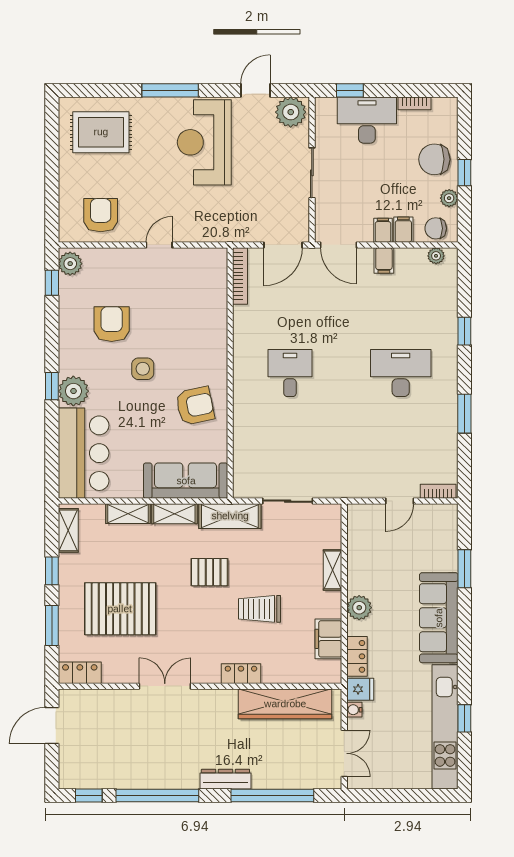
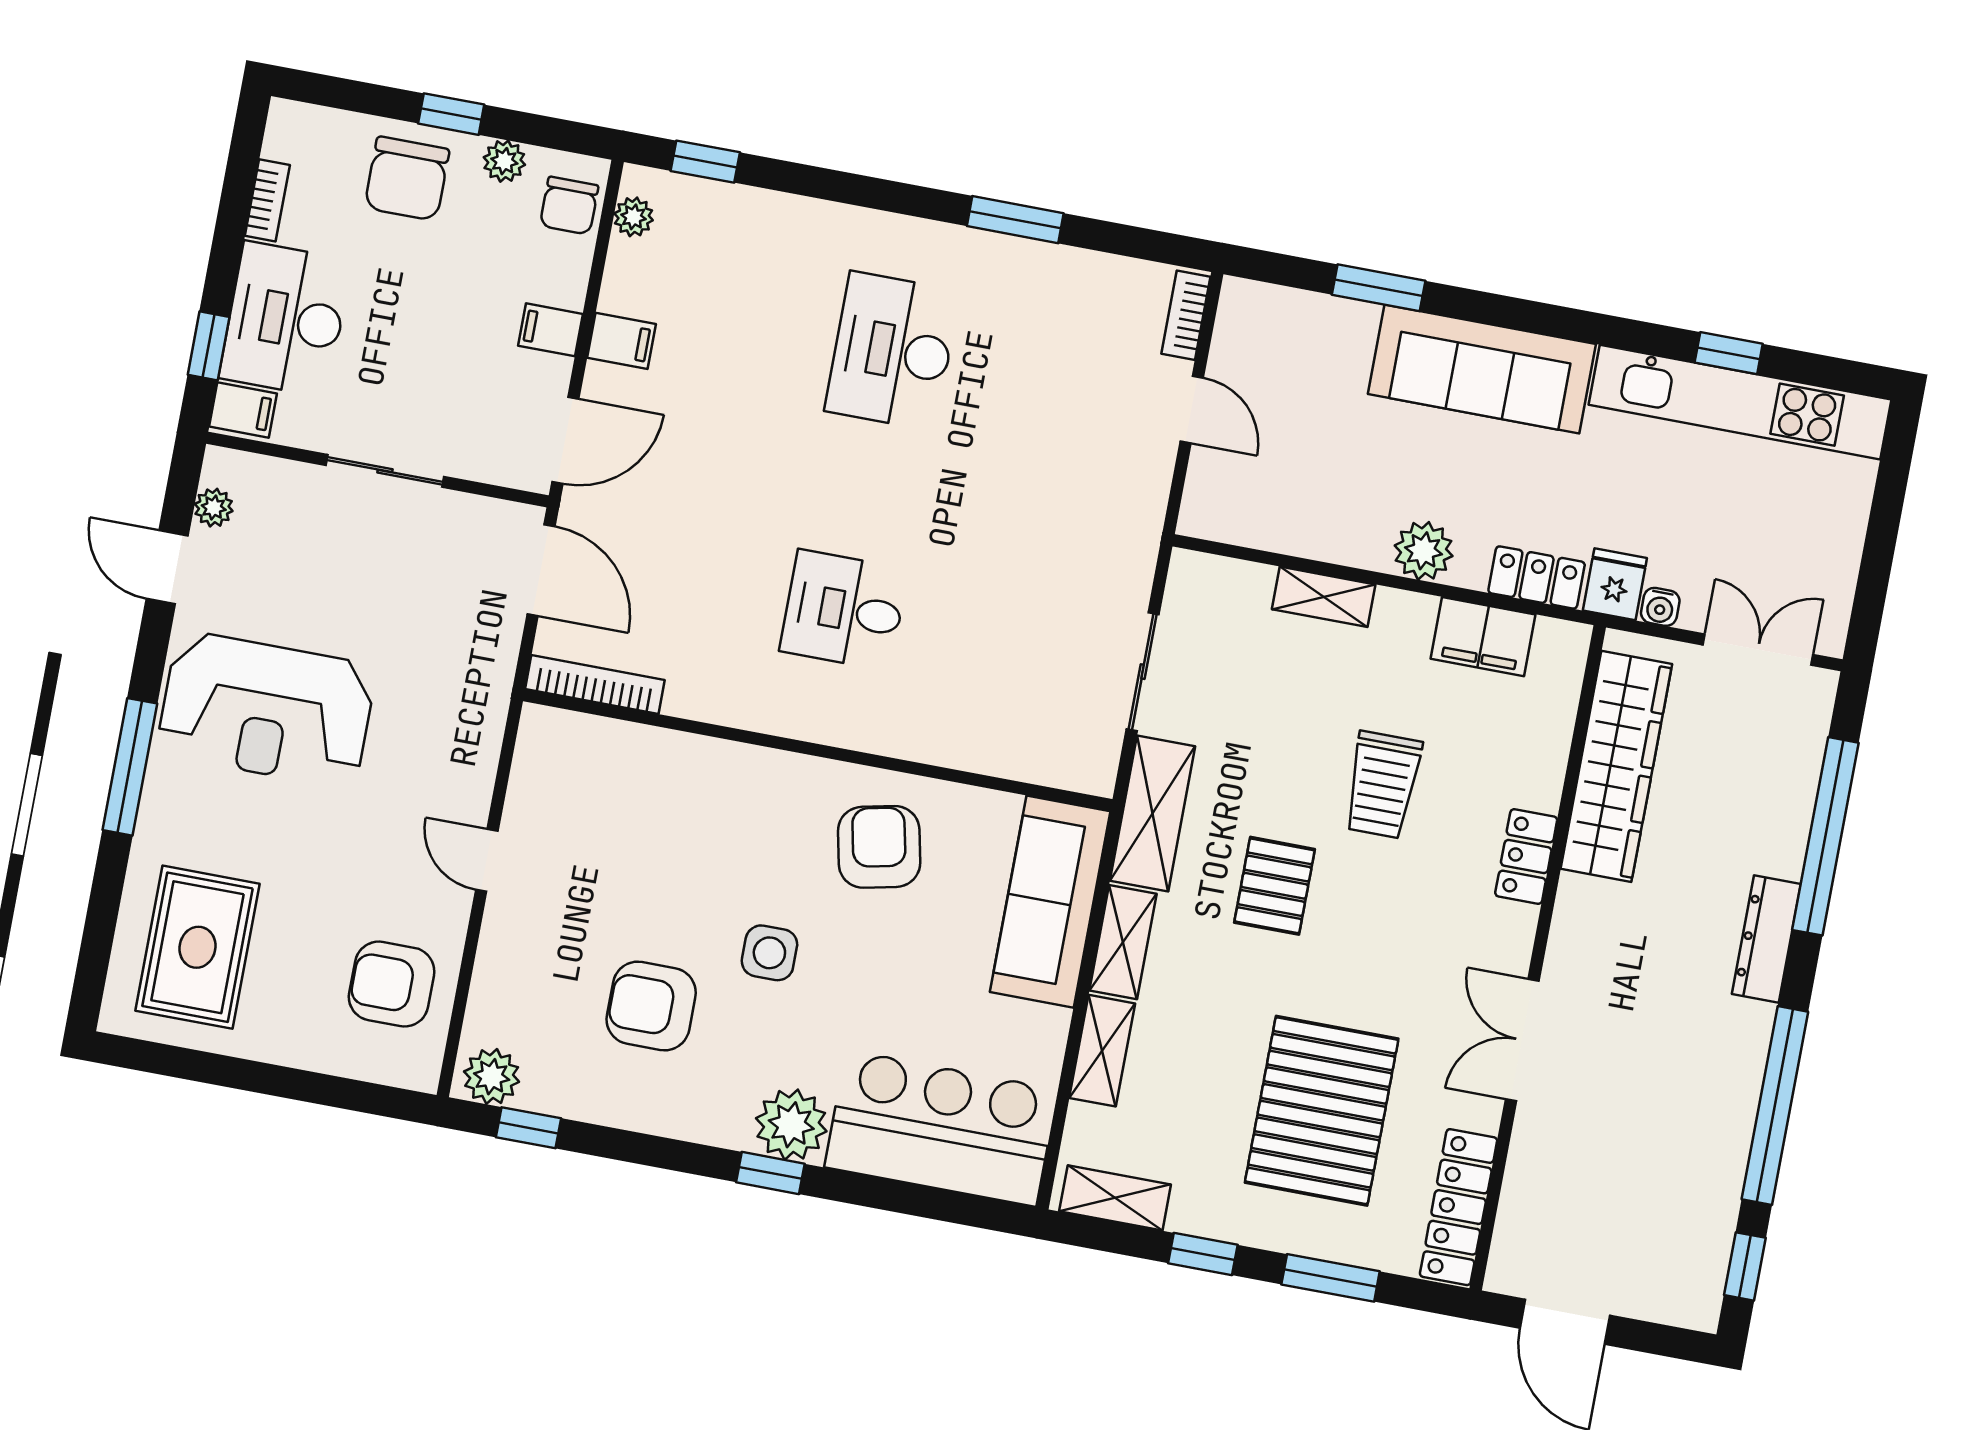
plant: (291, 112) -> (214, 508), width x0.53, depth x0.53
filing cabinet: (403, 230) -> (243, 410), moved, turned 180
window: (464, 331) -> (705, 162), moved
locker: (80, 673) -> (1459, 1207), width x1.53

